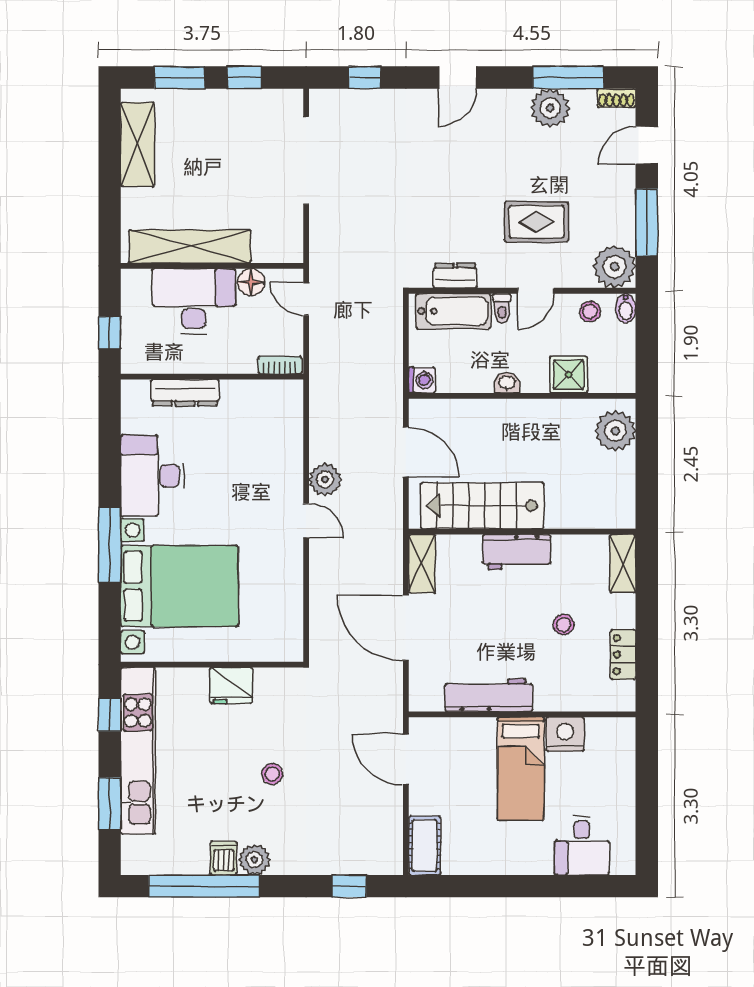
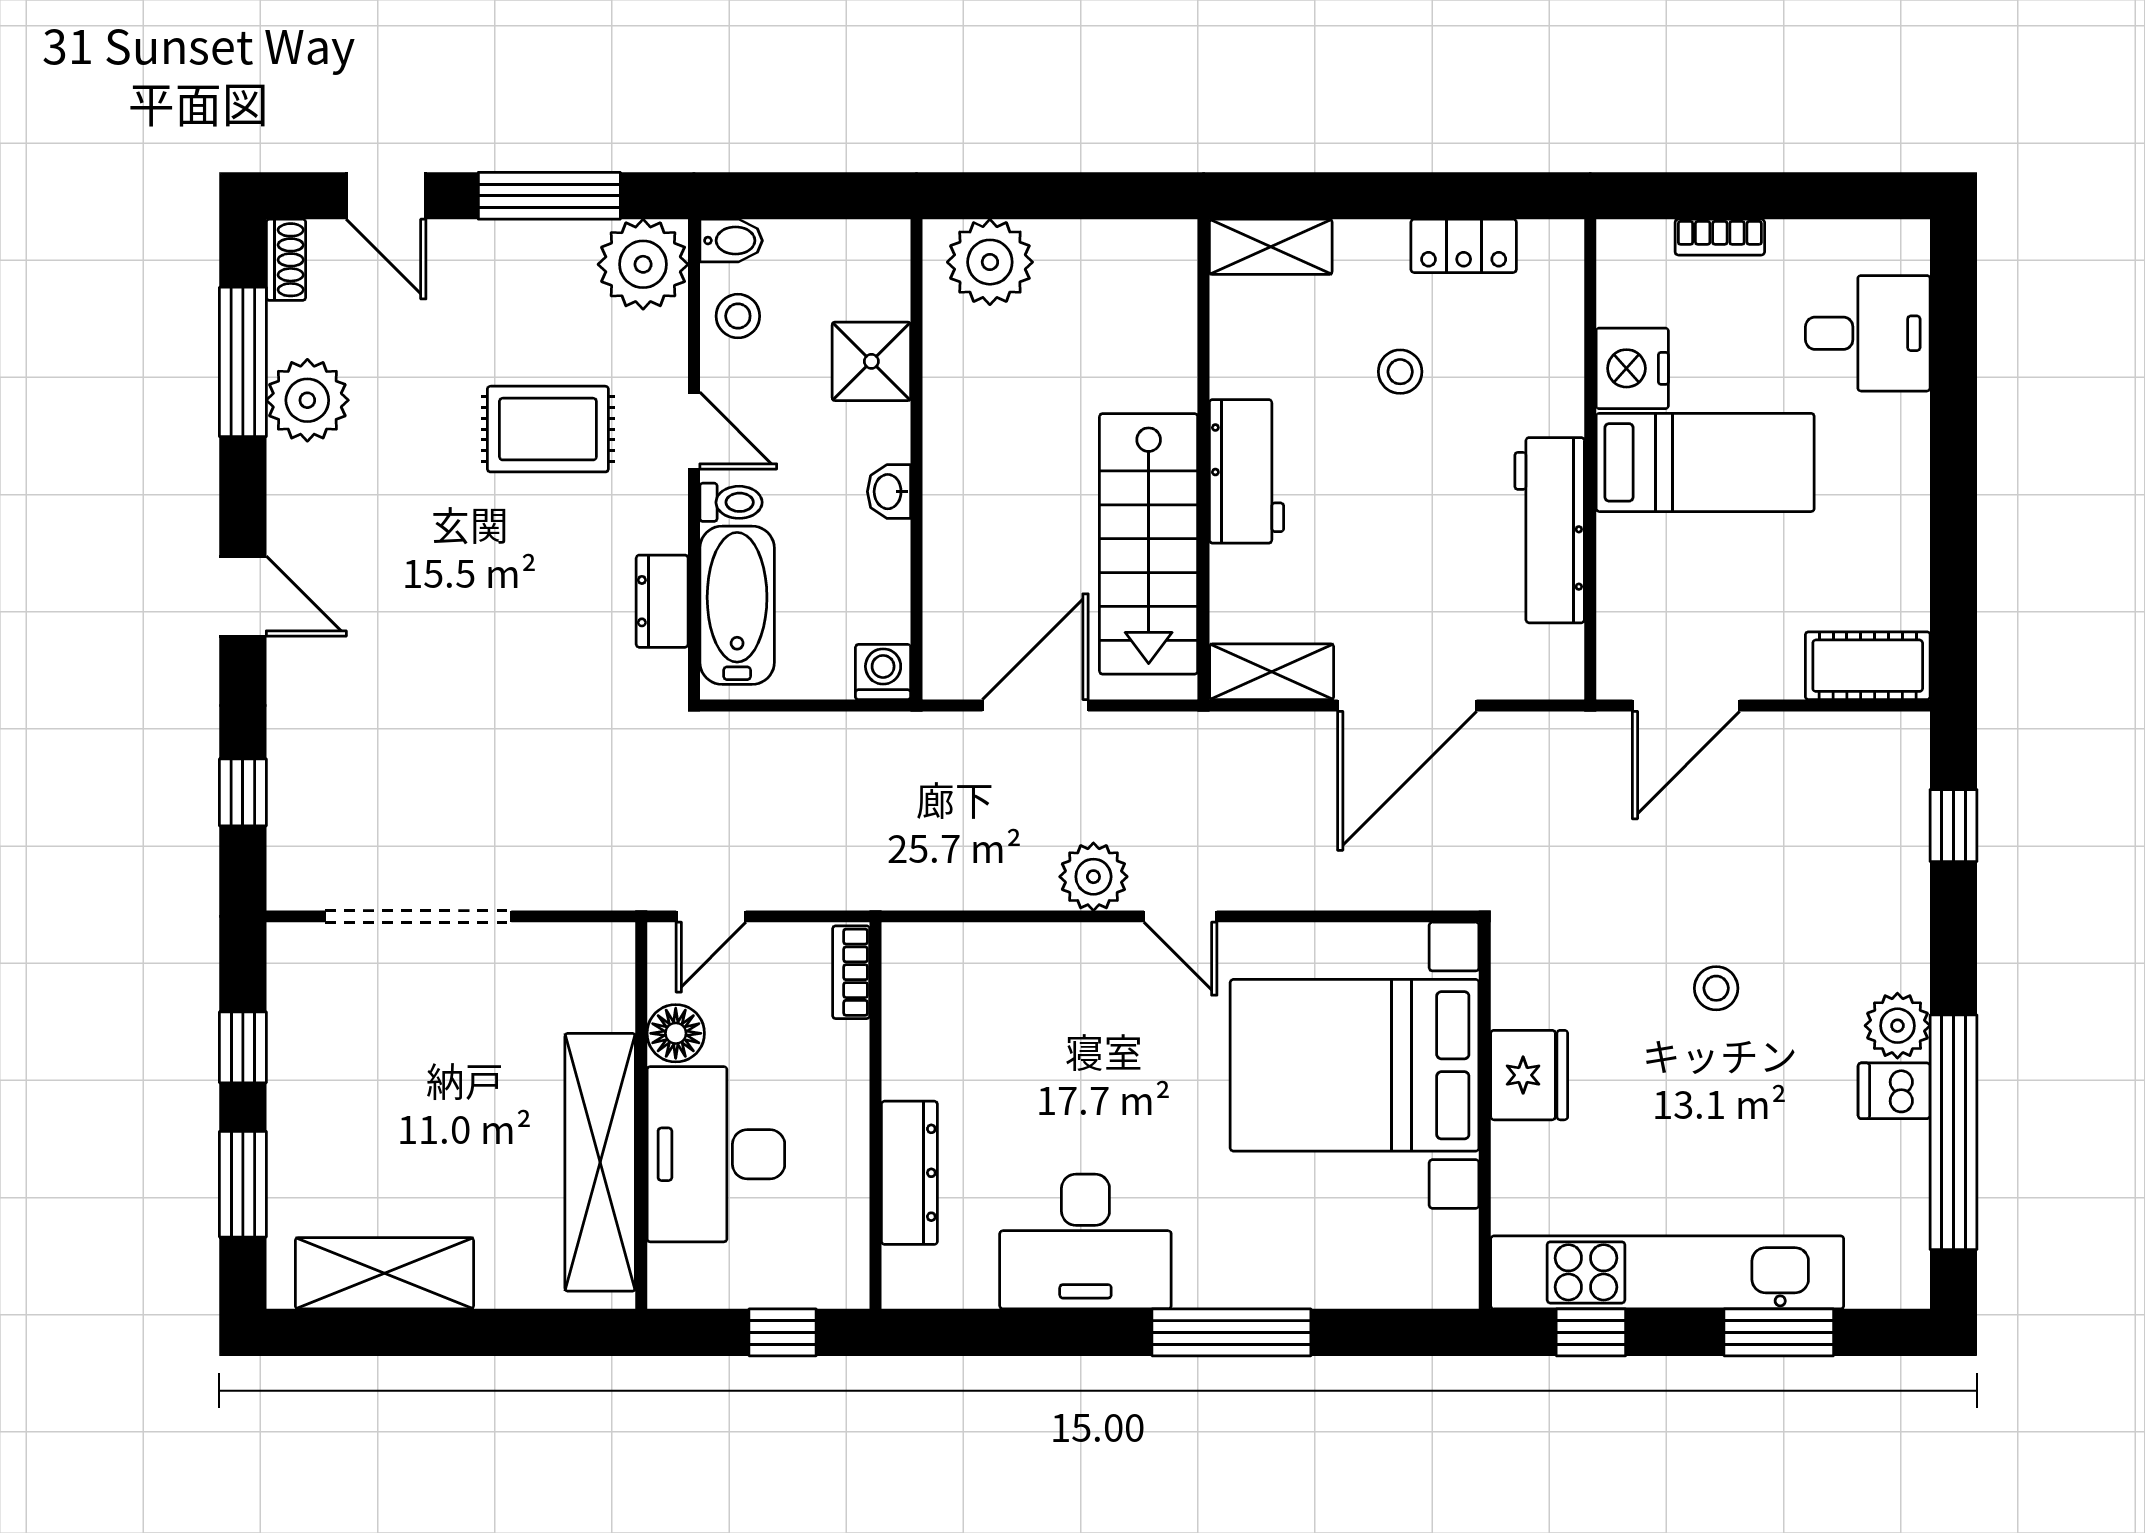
rug: (536, 222) -> (548, 429), turned 90
door: (306, 521) -> (1180, 916), swing flipped
bed with nightstands: (179, 586) -> (1355, 1065), moved, turned -90
bookcase: (627, 776) -> (1720, 237), added

